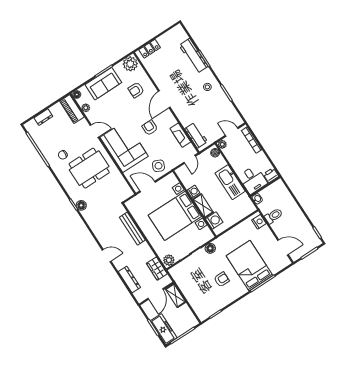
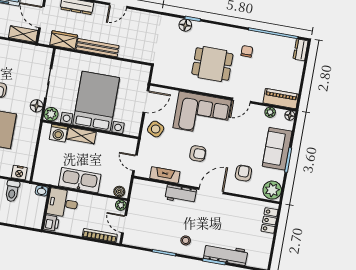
door: (164, 99) -> (211, 191), hinge flipped
dresser: (43, 117) -> (301, 50), moved
door: (232, 132) -> (124, 224), swing flipped
workbench: (196, 135) -> (181, 194), moved
dining table: (89, 168) -> (212, 64), width x0.73
washing machine: (193, 192) -> (103, 139), removed
bench: (132, 229) -> (97, 48), moved
plant: (169, 260) -> (51, 114), moved

